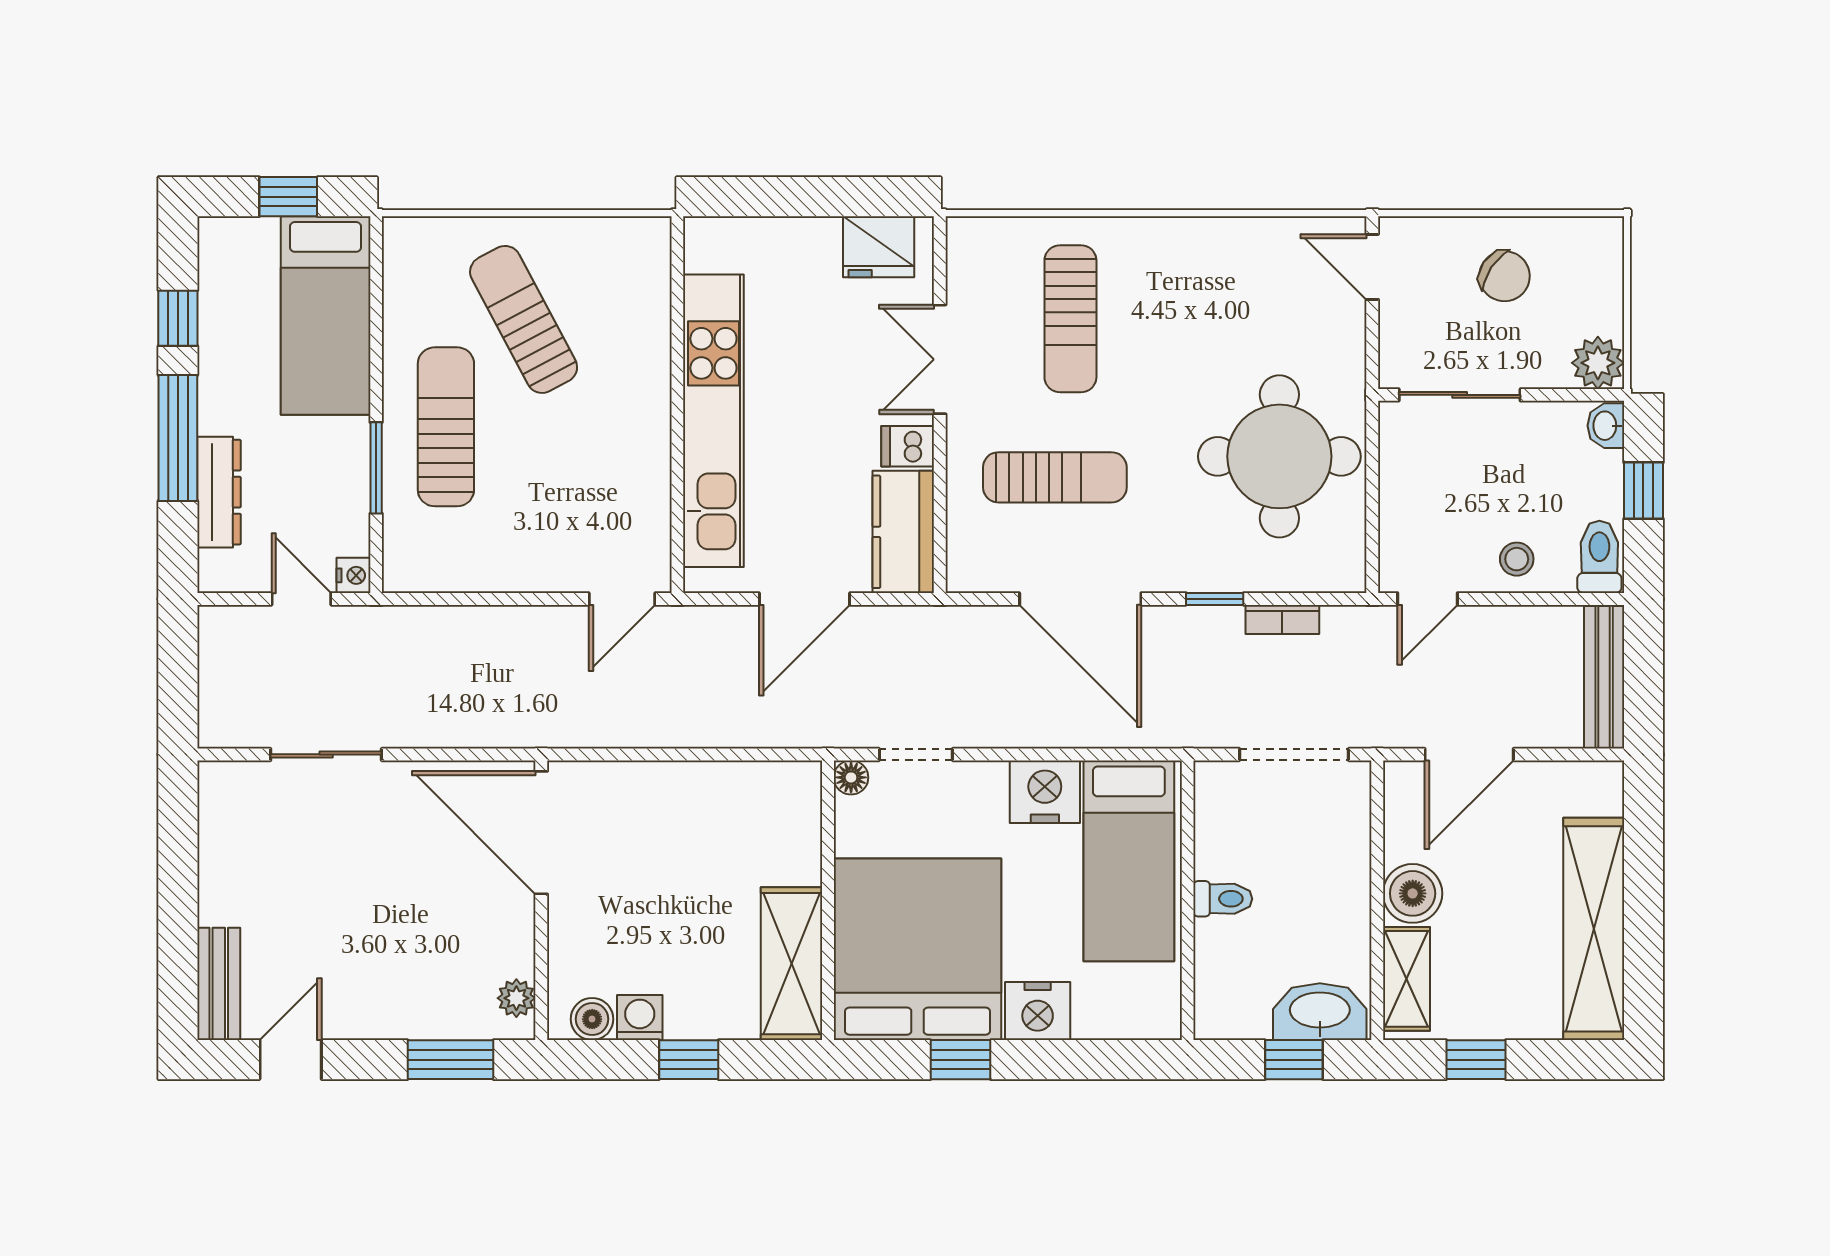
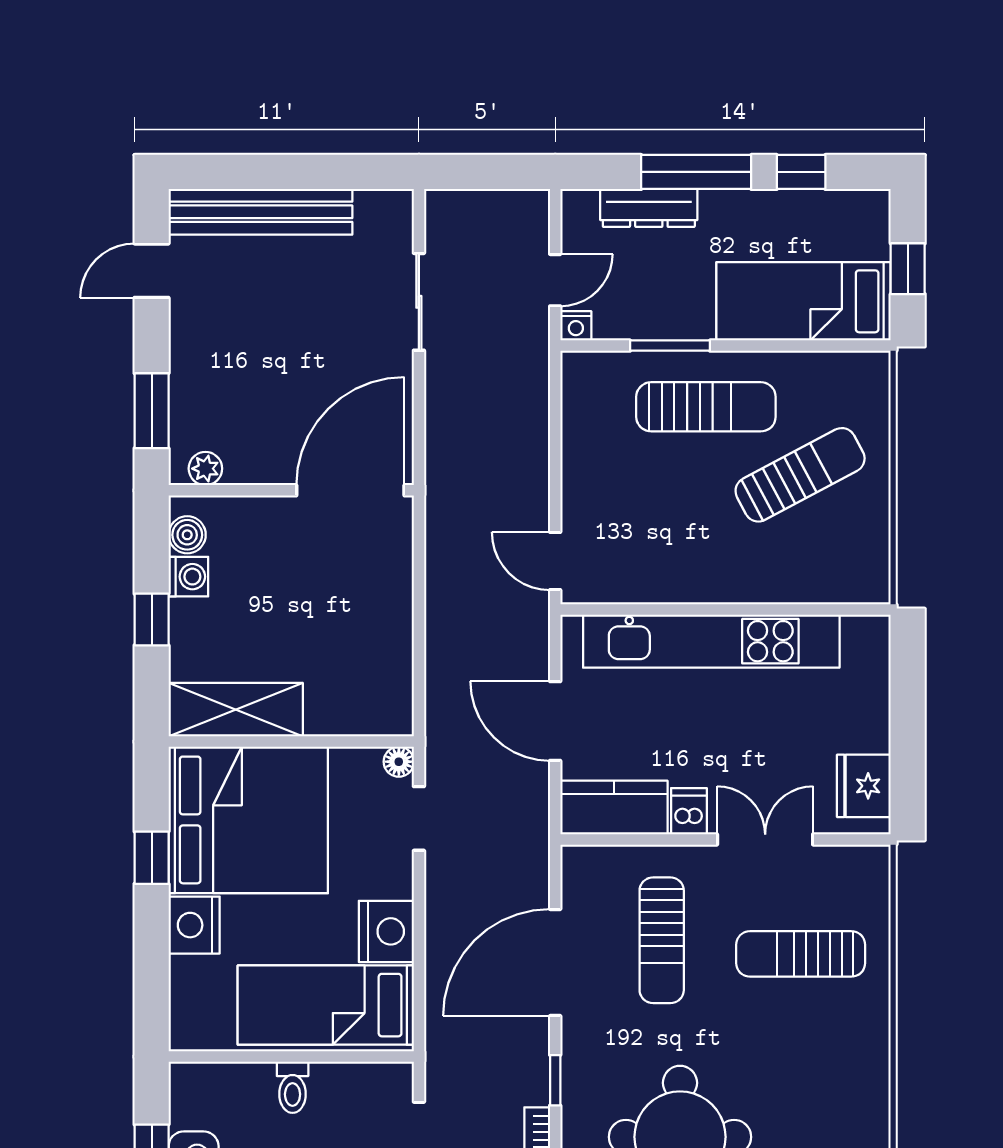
bench: (219, 984) -> (260, 212), width x1.86, depth x1.21
door: (291, 1060) -> (152, 271), swing flipped

